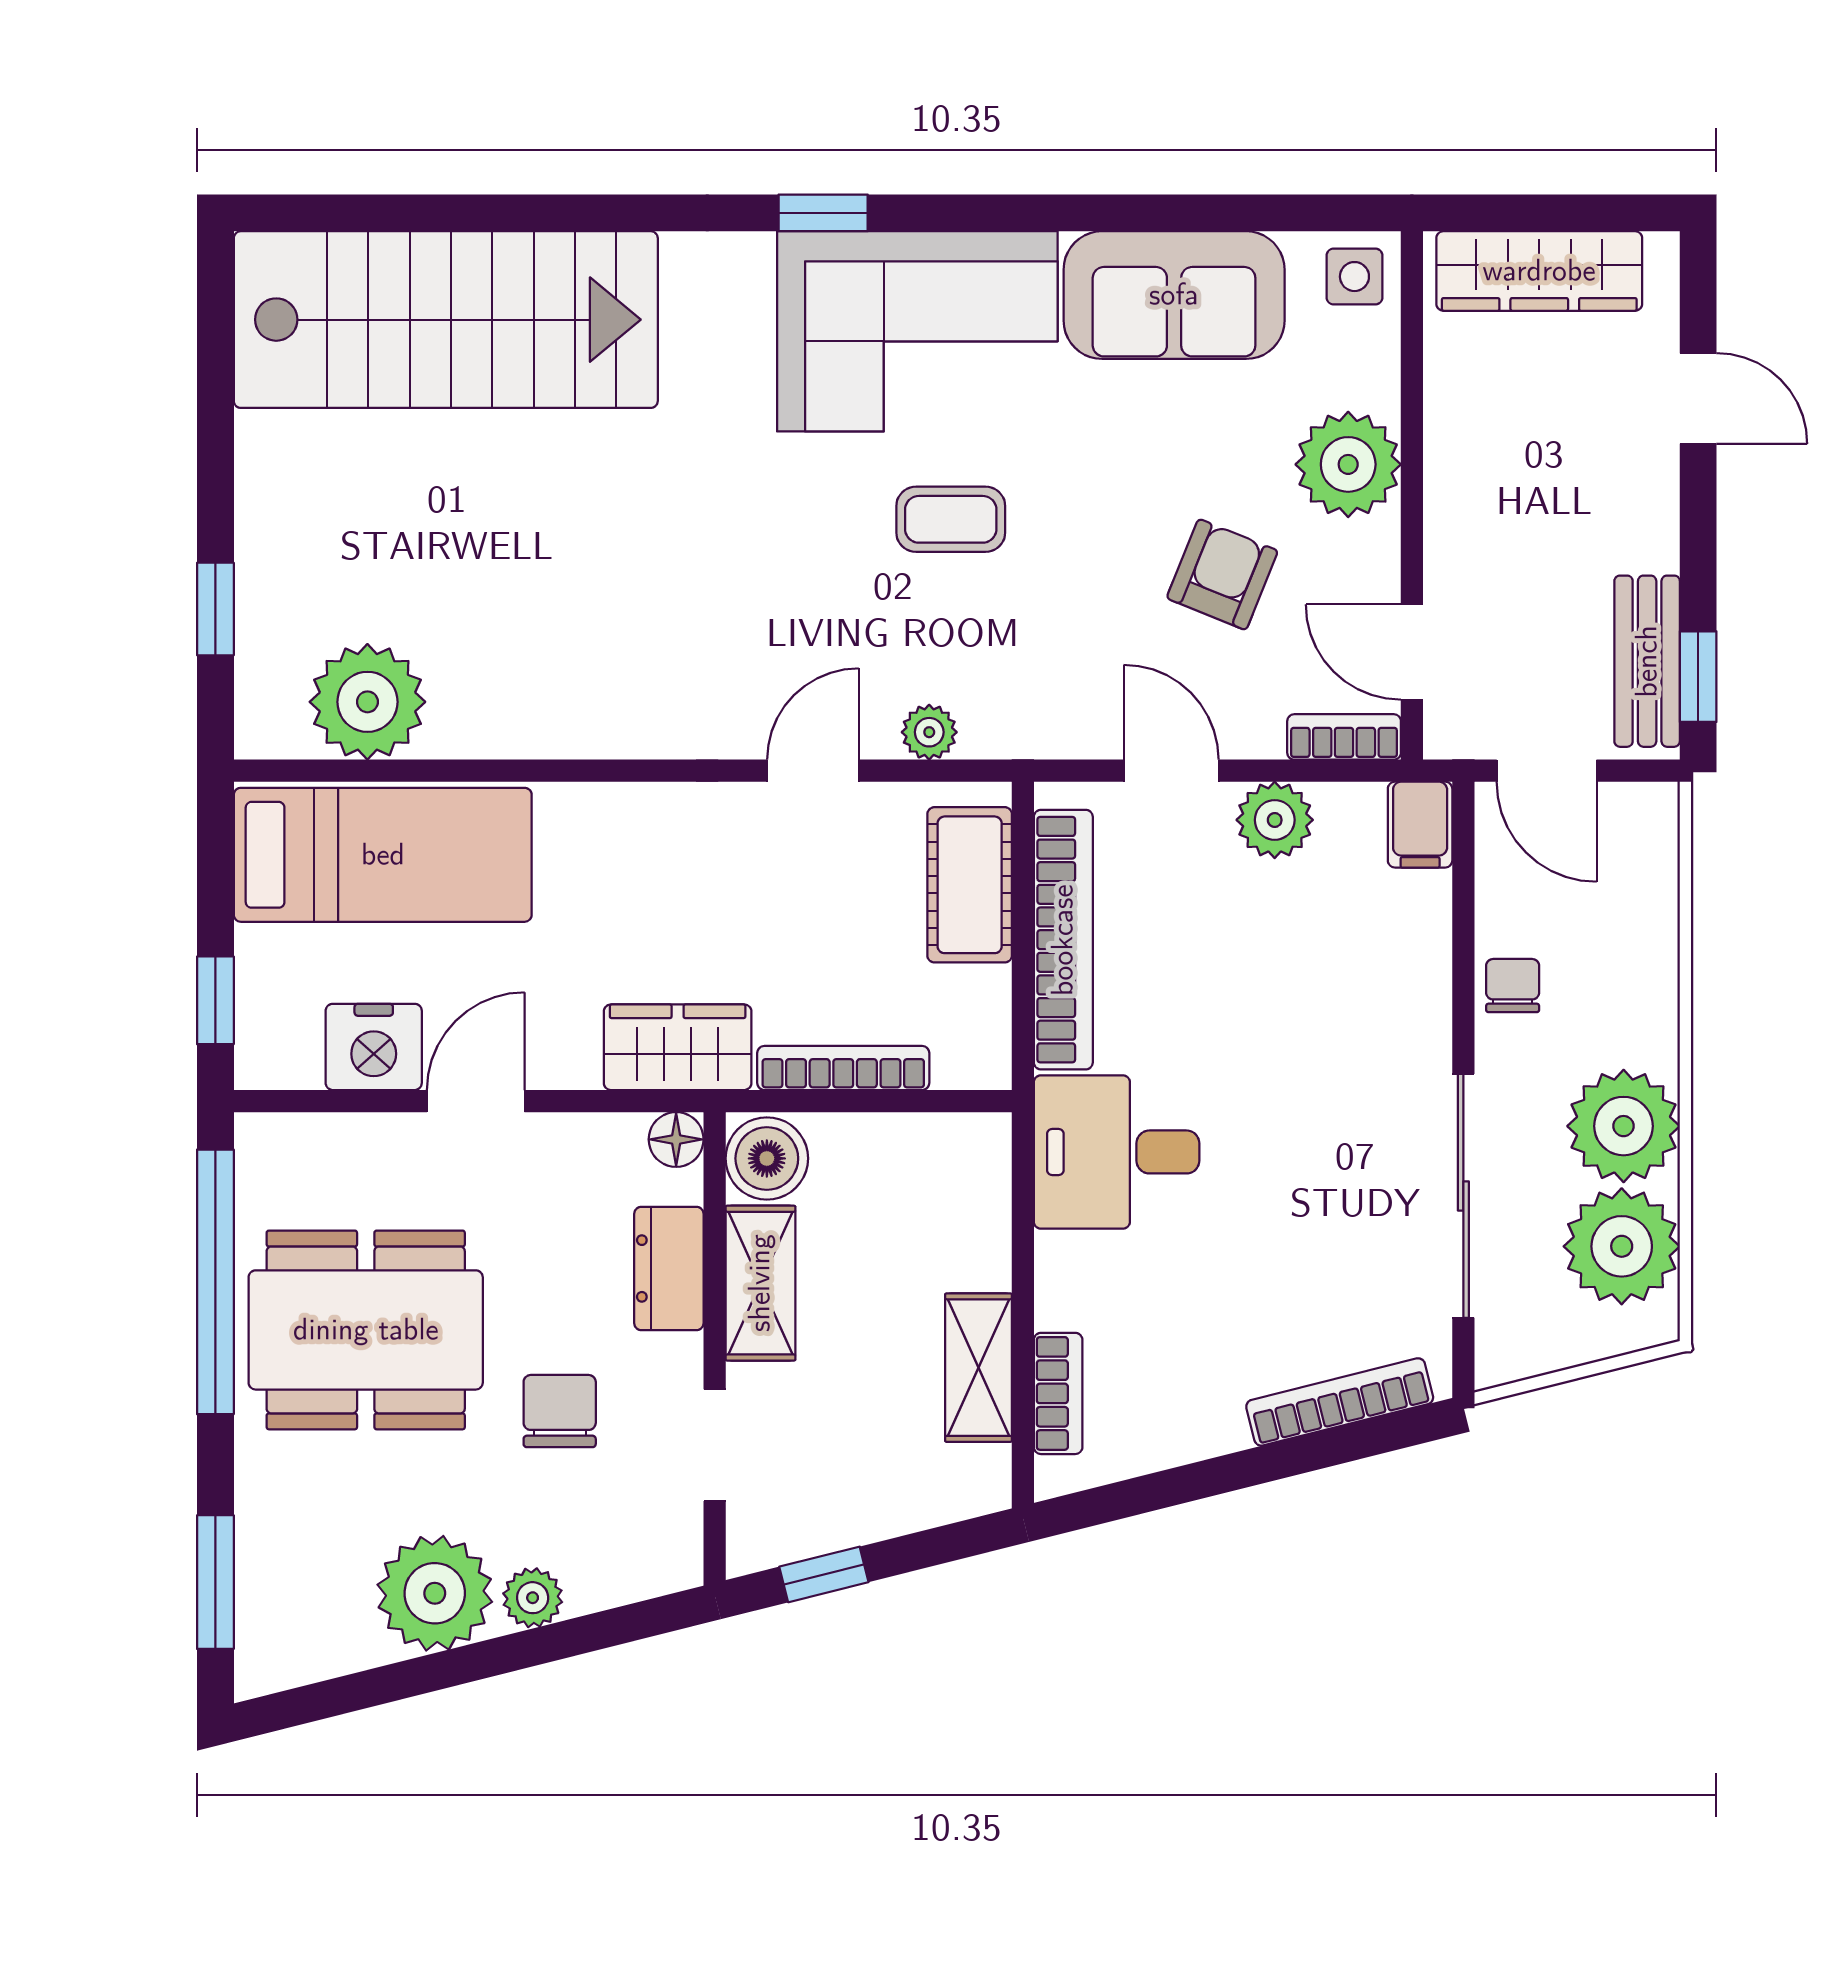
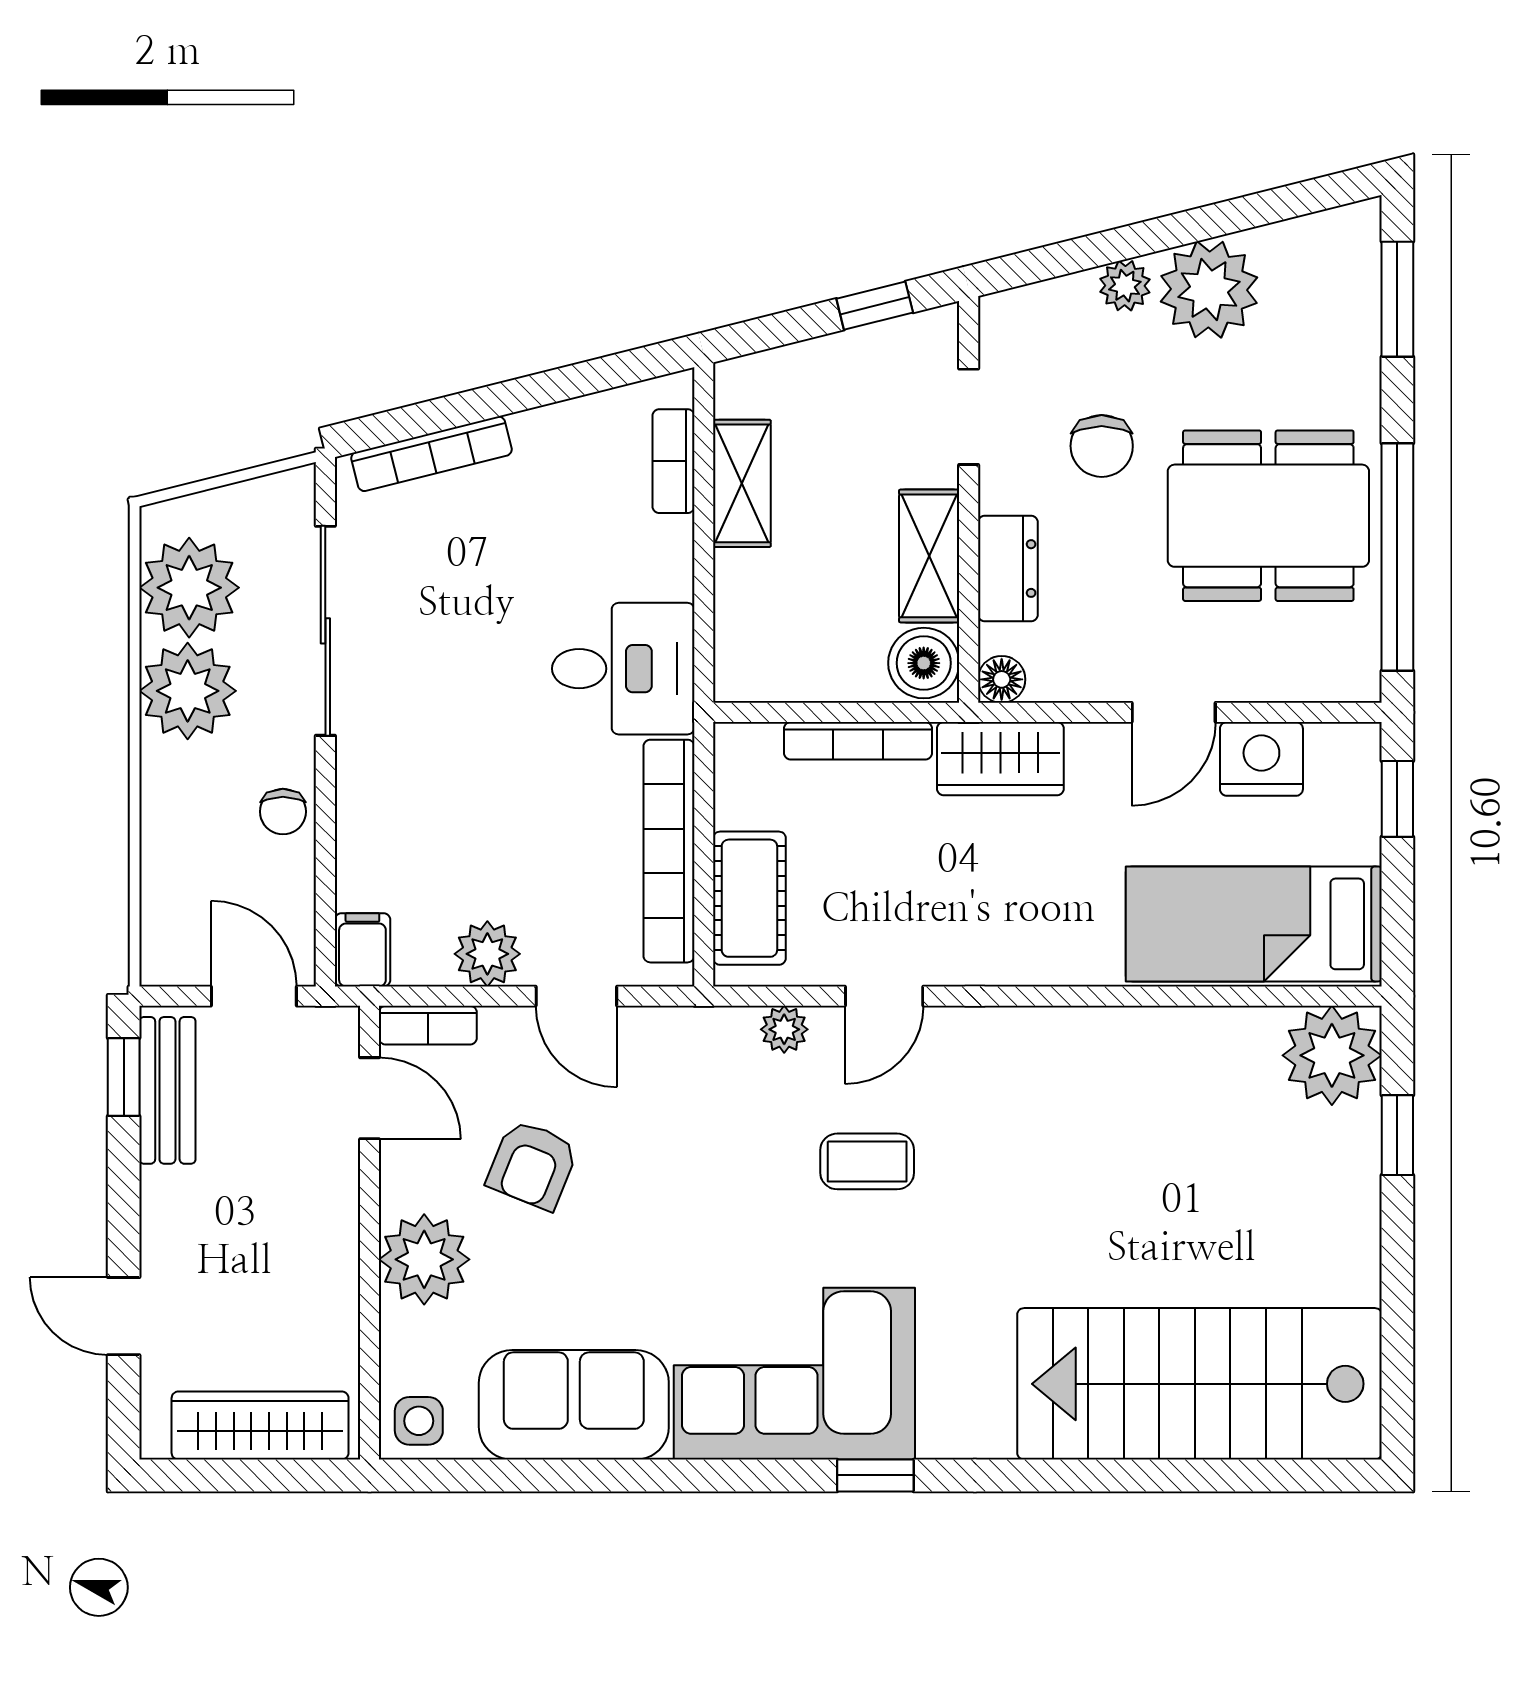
coffee table: (951, 519) -> (867, 1161), moved
plant: (367, 702) -> (1332, 1055), moved

